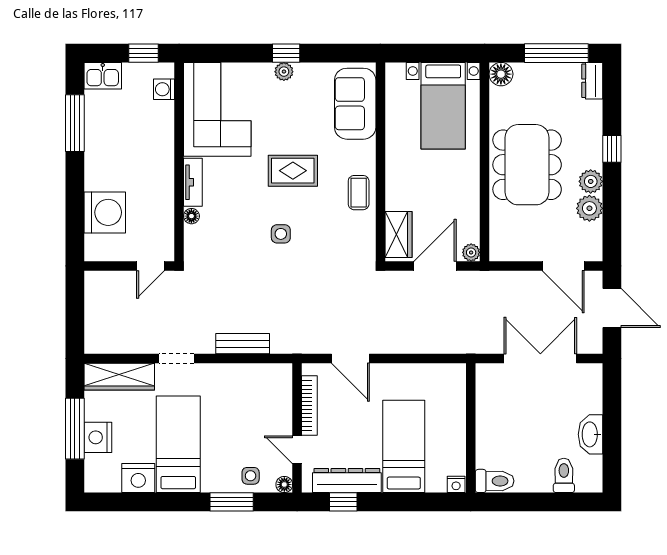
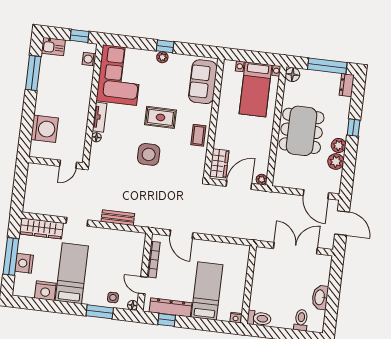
side table: (281, 234) -> (149, 154), width x1.87, depth x1.87

